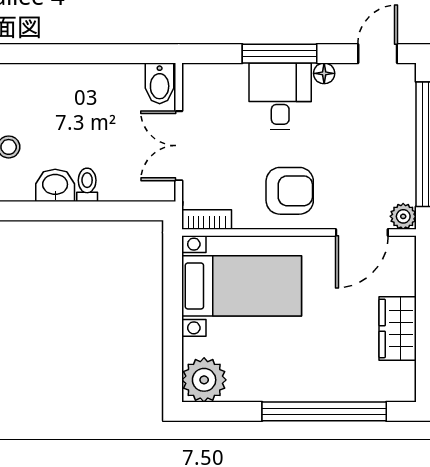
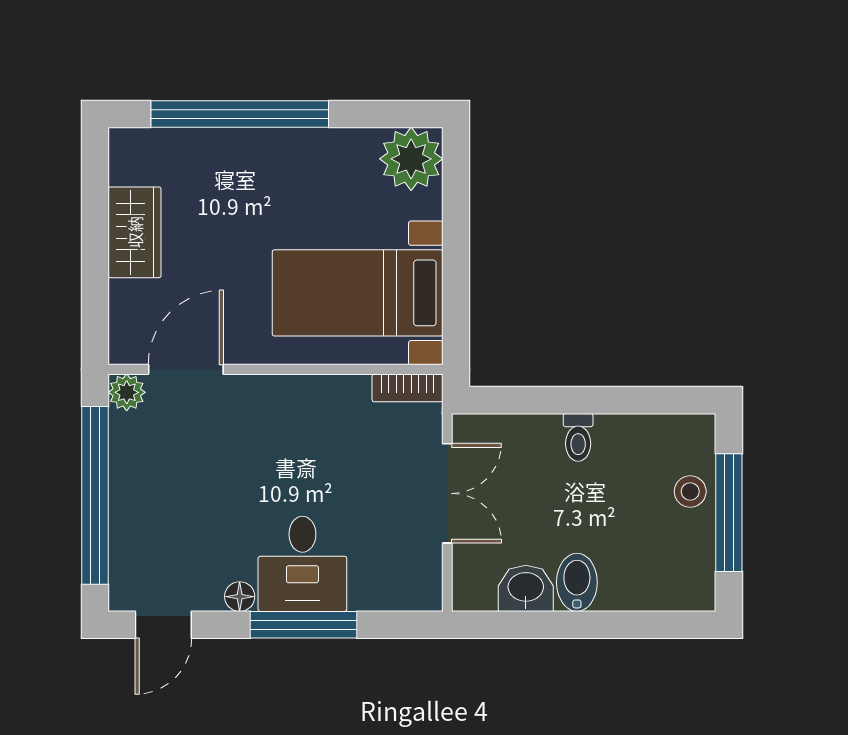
bidet: (160, 83) -> (577, 582), moved
washbasin: (55, 185) -> (526, 588), moved, turned 180
armchair: (290, 191) -> (289, 429), removed

